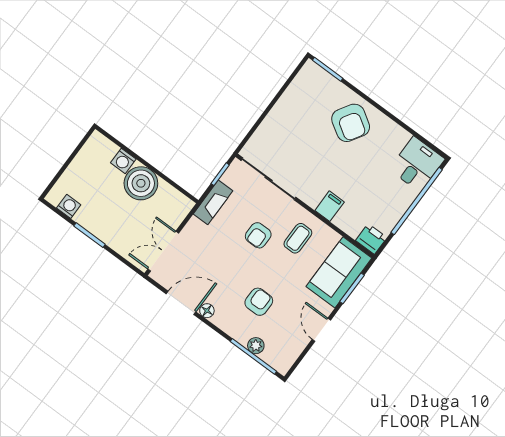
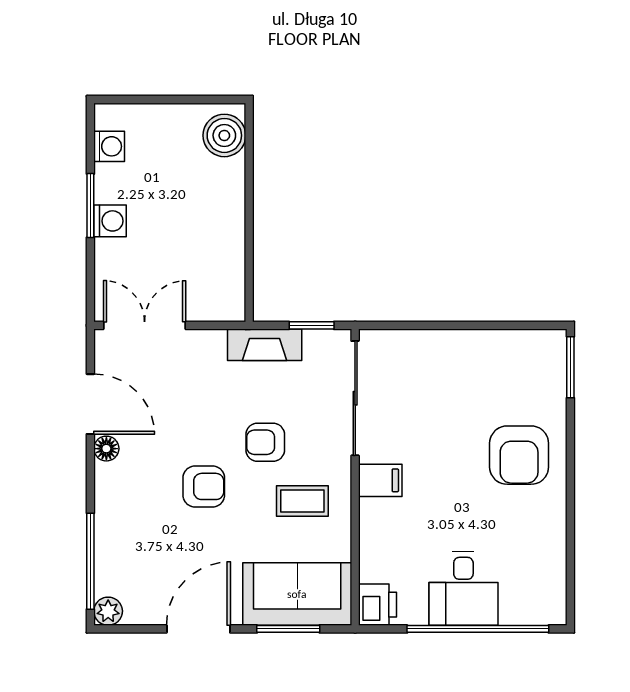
armchair: (351, 123) -> (519, 455), turned -32
washing machine: (123, 161) -> (110, 221), moved, turned 180
desk: (417, 164) -> (463, 588), moved, turned 90
boiler: (141, 183) -> (224, 135), moved, width x0.73, depth x0.73
filing cabinet: (330, 206) -> (380, 480), moved
armchair: (259, 302) -> (204, 486), moved
door: (321, 330) -> (198, 629), width x1.38
plant: (256, 346) -> (108, 611), moved

